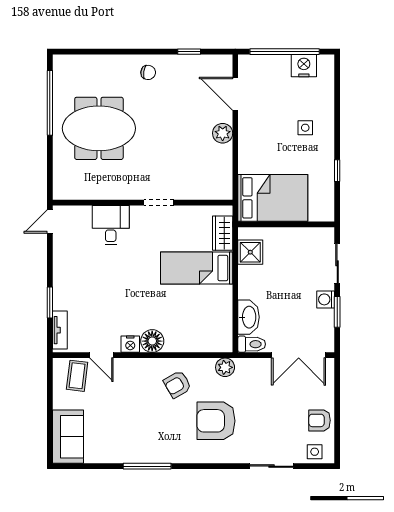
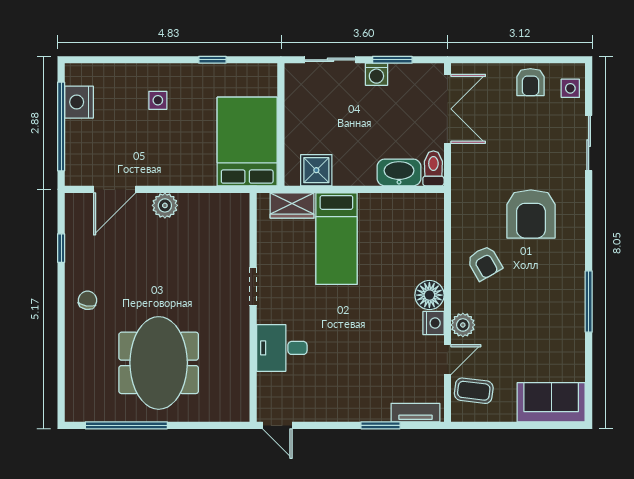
plant: (225, 367) -> (463, 325), moved

